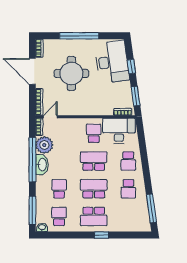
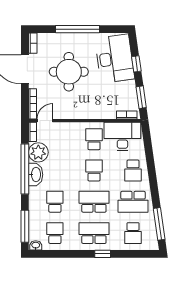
school desk: (94, 161) -> (94, 170), width x0.54
school desk: (128, 189) -> (133, 202), width x1.85
school desk: (94, 216) -> (94, 233), turned 180
school desk: (128, 216) -> (133, 233), added

